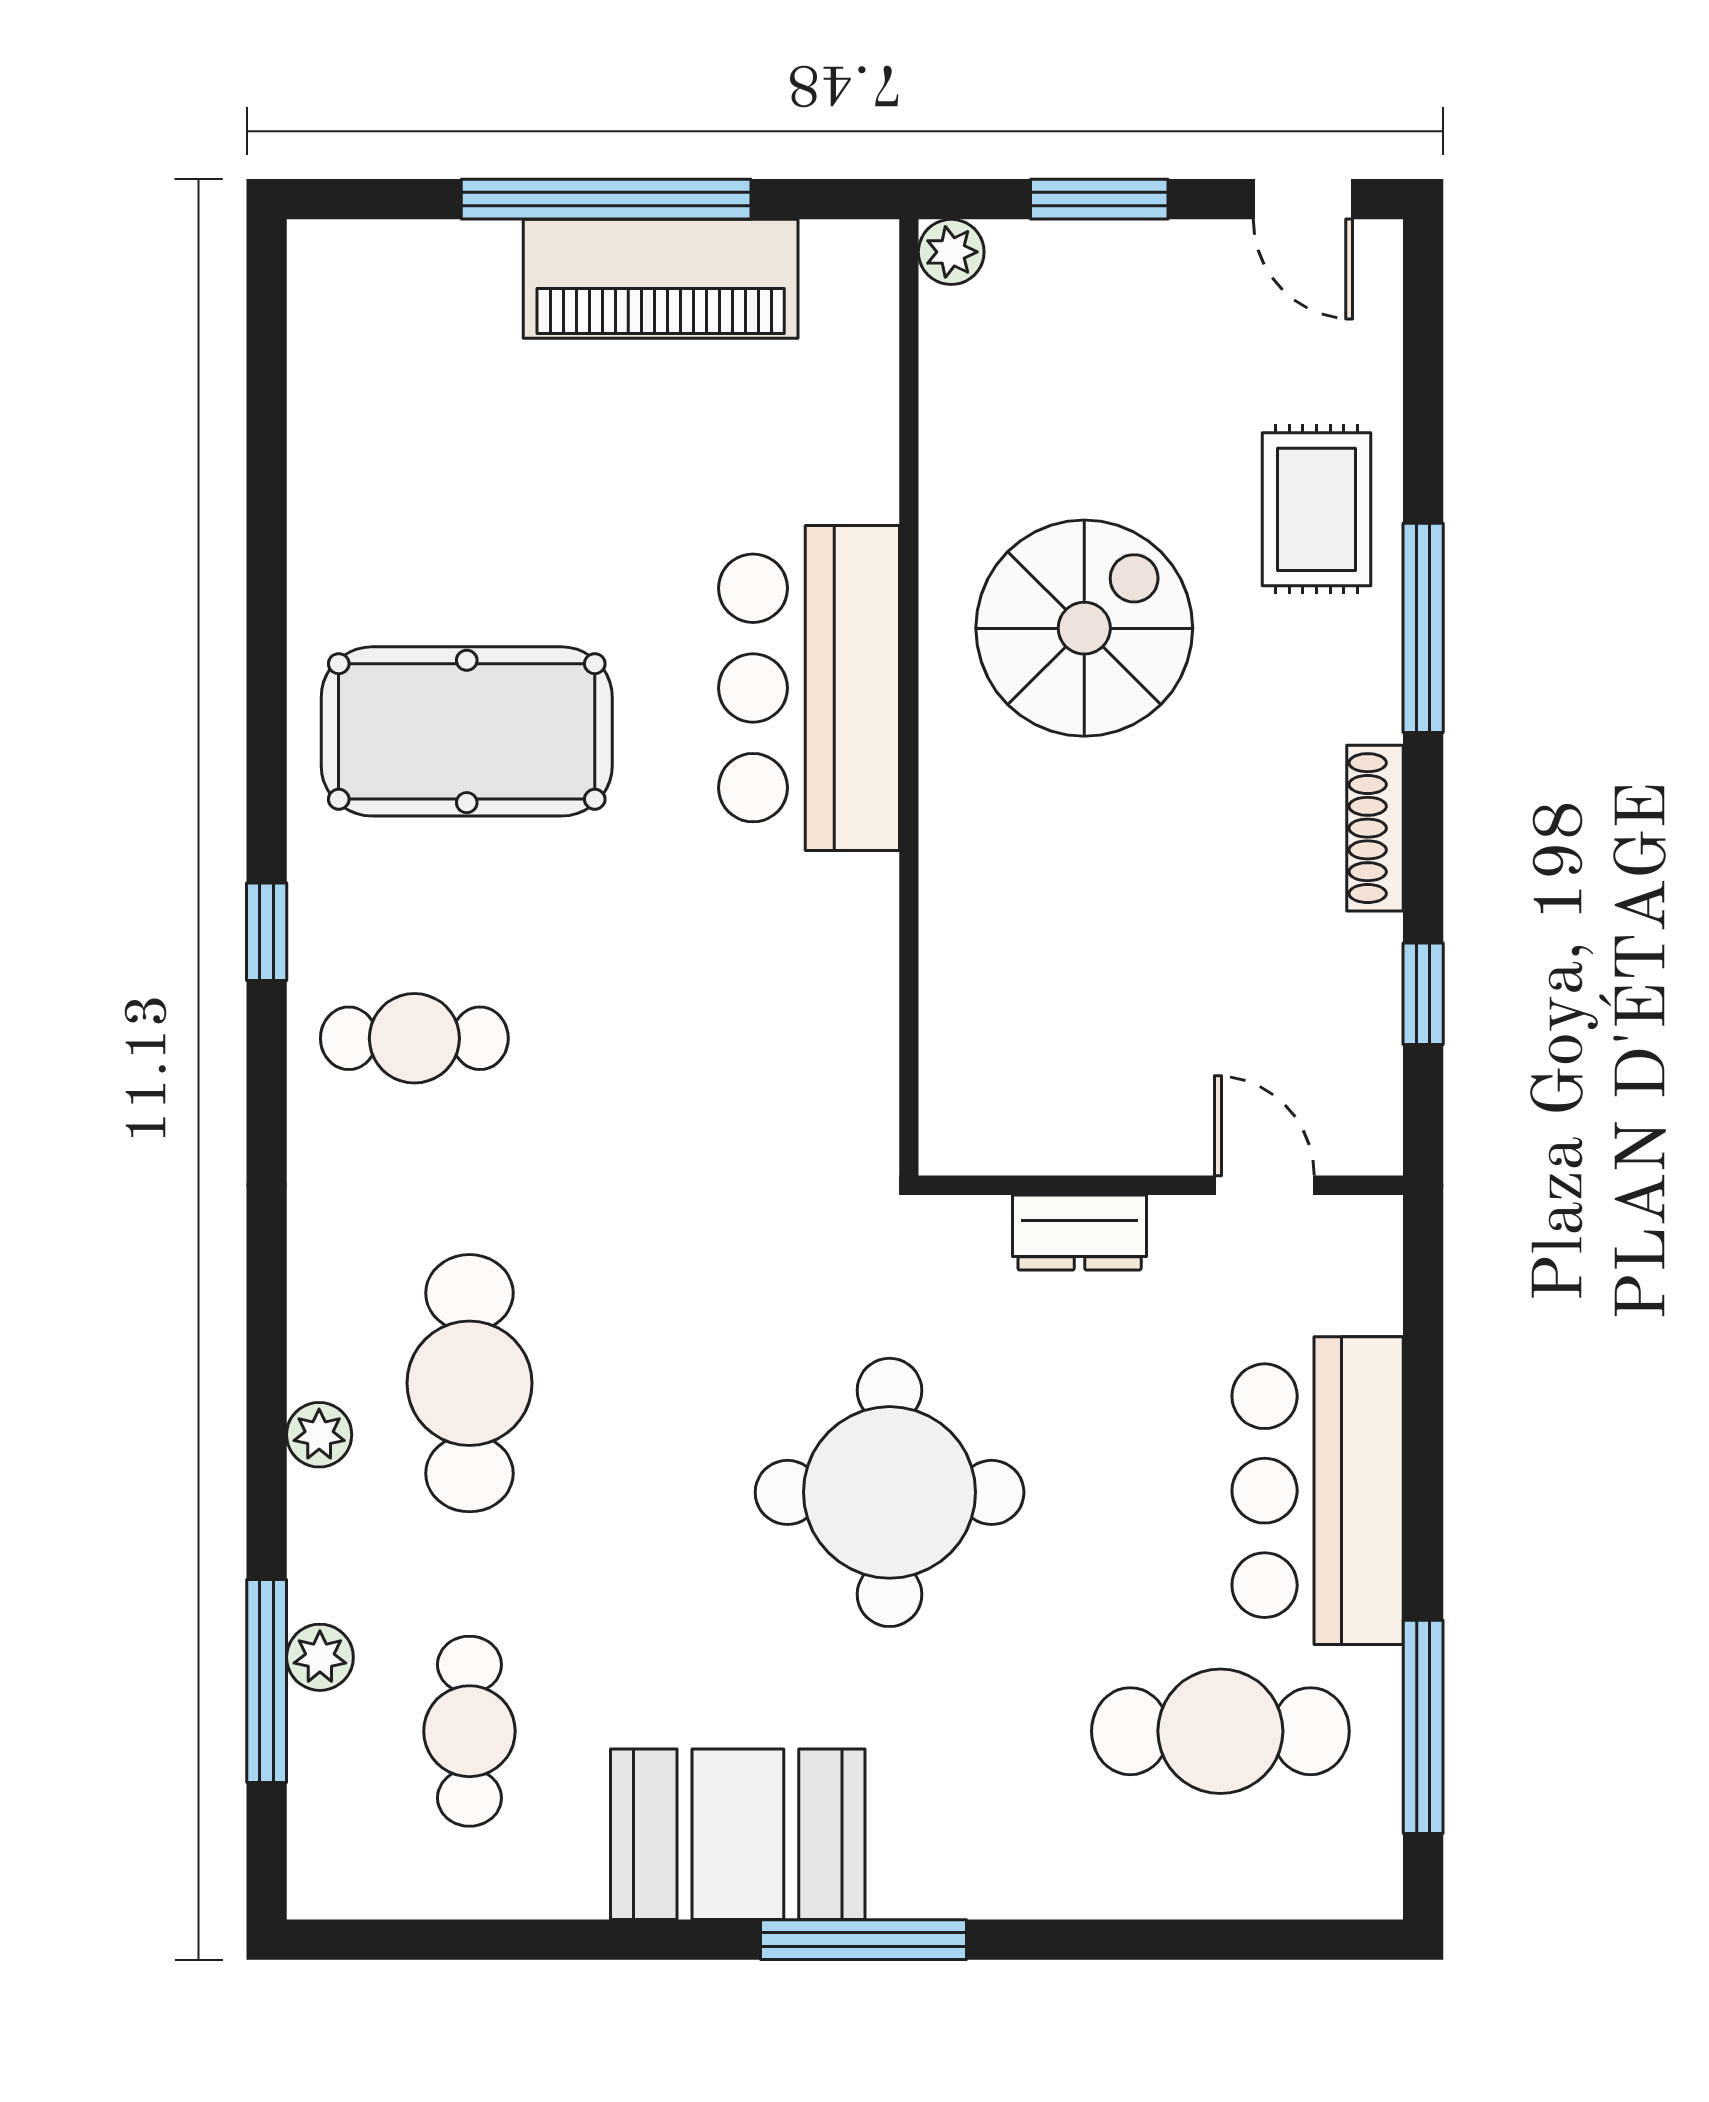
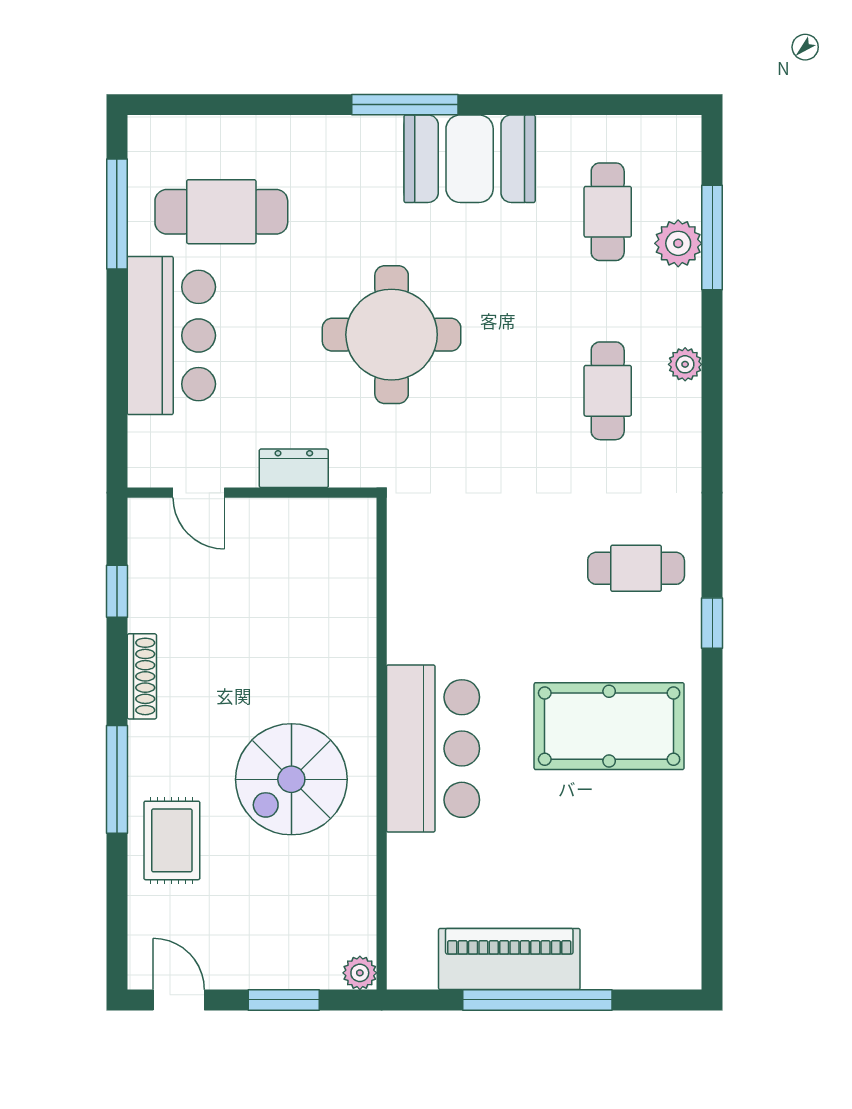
cafe table: (469, 1383) -> (608, 391), width x0.73, depth x0.74
plant: (320, 1657) -> (678, 243), width x1.38, depth x1.38

